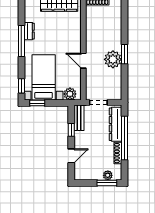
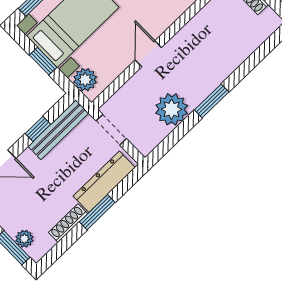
plant: (113, 59) -> (172, 109), moved
window: (37, 103) -> (43, 61), moved
bench: (79, 118) -> (58, 130), width x1.36
window: (124, 138) -> (97, 212), width x0.47

